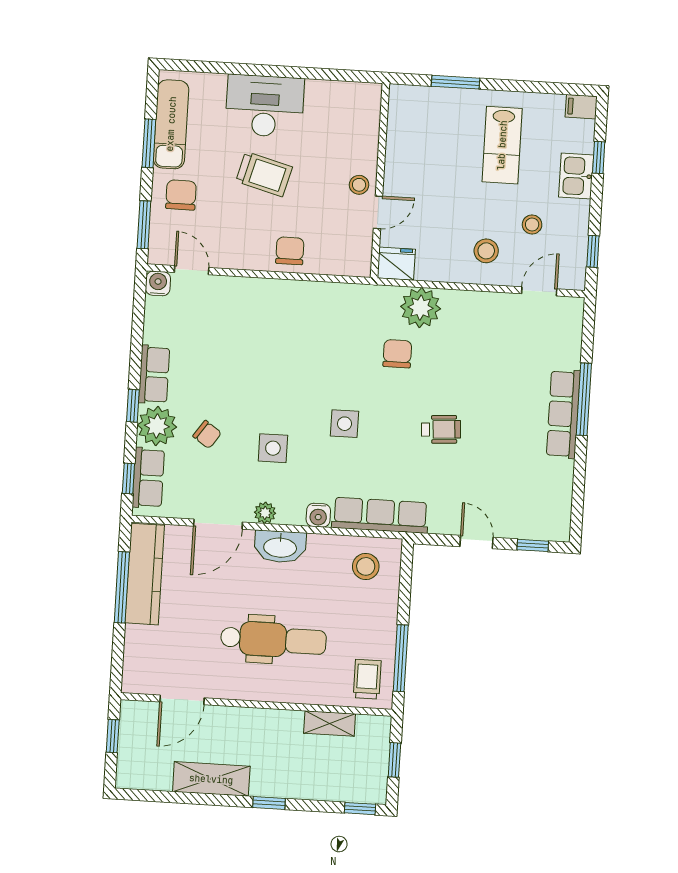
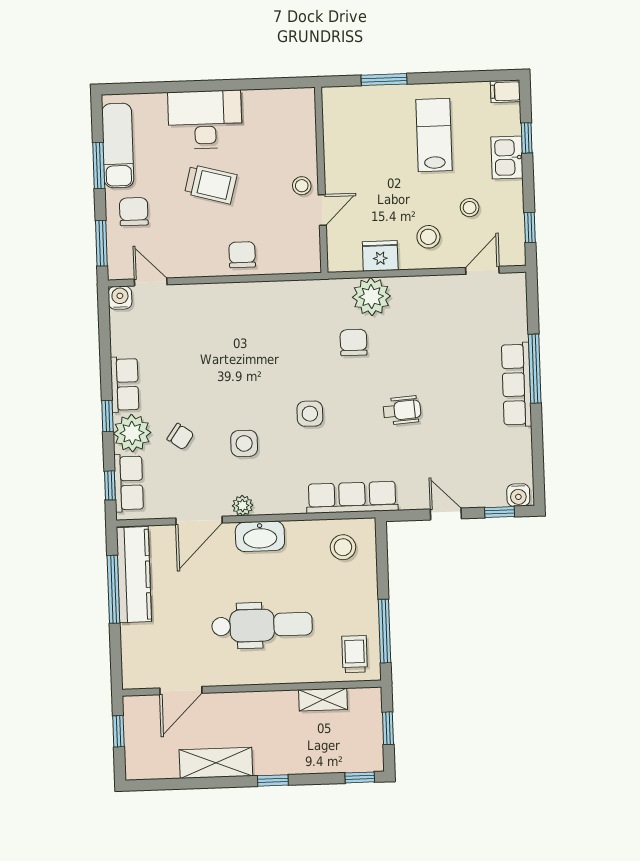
lab bench: (502, 145) -> (434, 135), turned 180
fridge: (396, 264) -> (380, 256), moved
water cooler: (318, 515) -> (518, 495), moved

